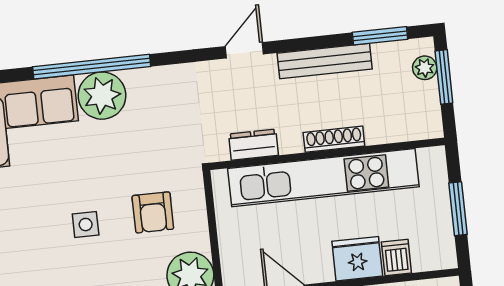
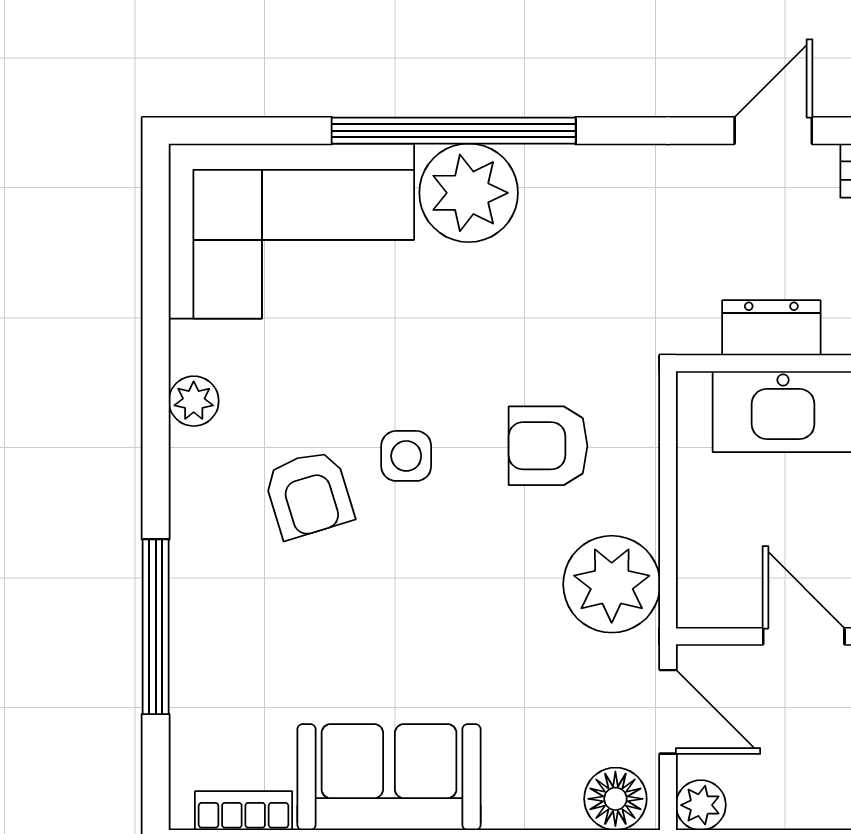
armchair: (153, 212) -> (548, 446), turned 90
armchair: (41, 248) -> (309, 494), added

